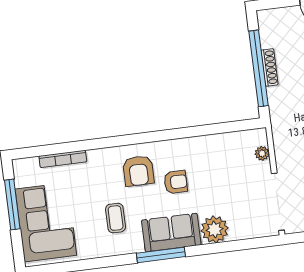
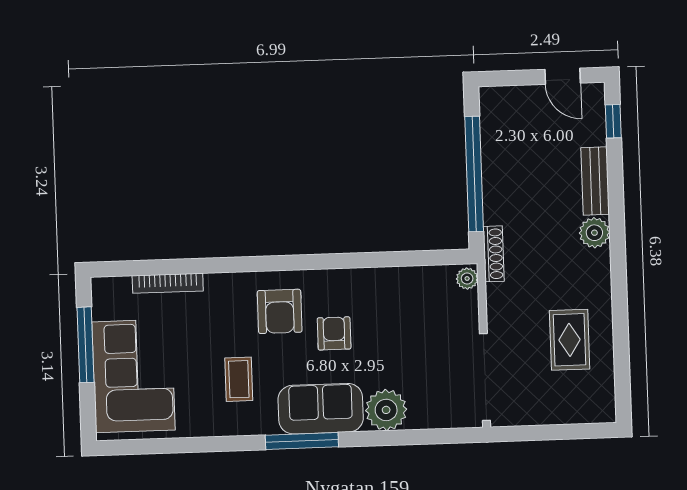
shoe rack: (270, 67) -> (494, 254), moved
plant: (262, 153) -> (467, 279), moved
armchair: (176, 182) -> (334, 333), turned -90

